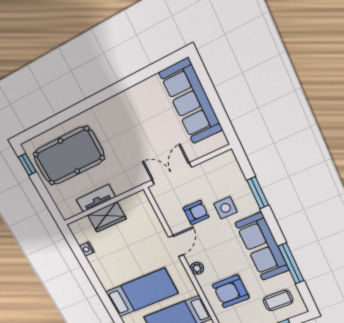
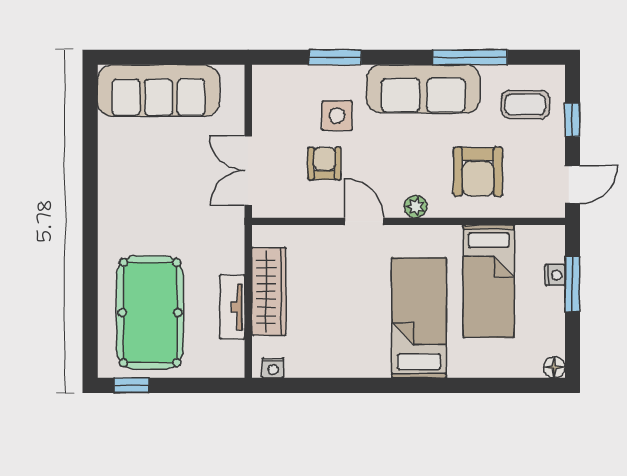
wardrobe: (107, 217) -> (269, 291), width x1.50
nightstand: (87, 249) -> (273, 368), moved
coffee table: (278, 300) -> (525, 105), turned 90

